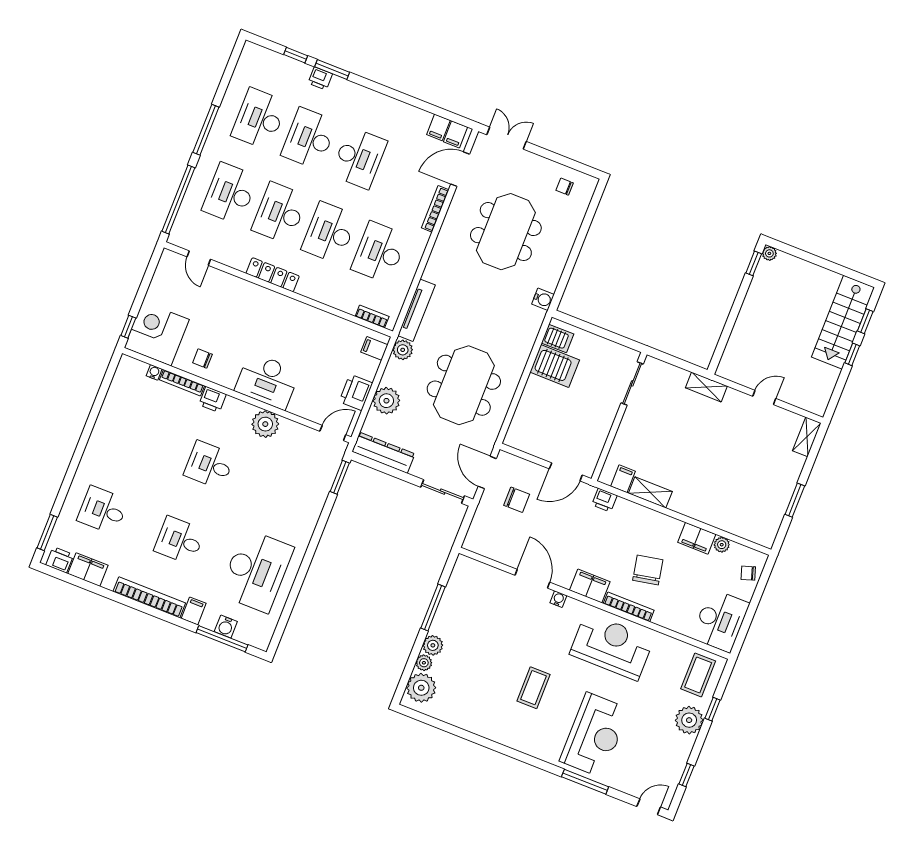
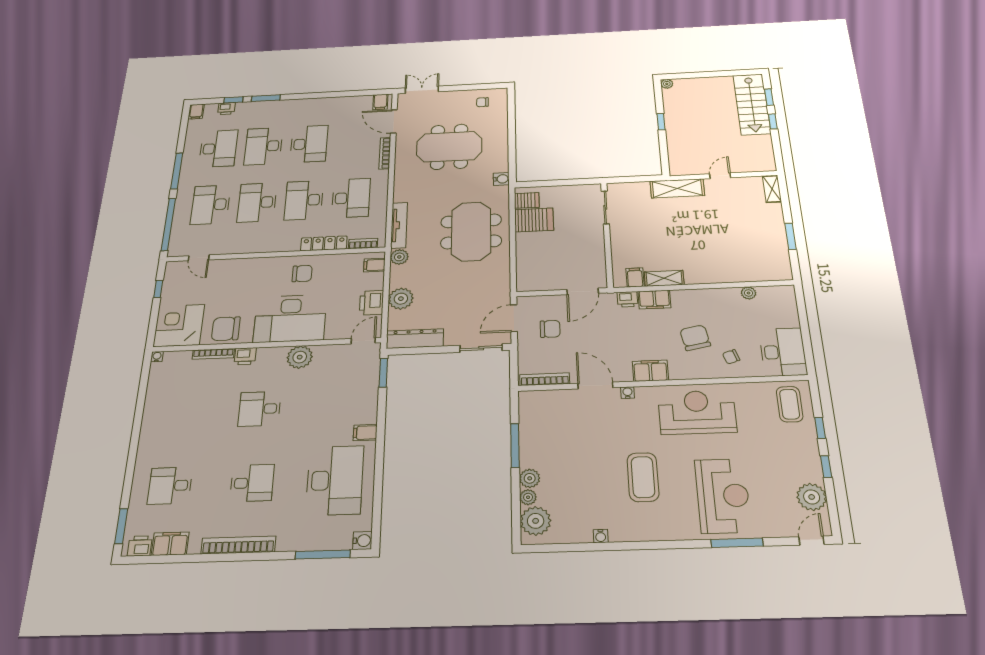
printer: (320, 78) -> (226, 108), moved
desk: (259, 119) -> (218, 148), turned 180
filing cabinet: (438, 127) -> (196, 112), moved
door: (460, 169) -> (394, 121), hinge flipped
meeting table: (506, 232) -> (449, 147), turned 90
desk: (379, 252) -> (351, 198), turned 180
window: (754, 263) -> (661, 122), moved
locker: (273, 275) -> (324, 243), moved
chair: (298, 326) -> (302, 274), added
window: (128, 327) -> (158, 289), moved
chair: (202, 359) -> (226, 329), width x1.87, depth x1.87
water cooler: (154, 372) -> (157, 357), moved
desk: (267, 381) -> (290, 318), width x1.36, depth x1.30
meeting table: (464, 385) -> (471, 231), moved
shelving: (706, 387) -> (677, 188), width x1.50, depth x1.33
door: (487, 472) -> (514, 318), hinge flipped
filing cabinet: (697, 538) -> (654, 300), moved
desk: (179, 540) -> (252, 483), turned 180
chair: (748, 573) -> (731, 357), moved
bookcase: (629, 607) -> (545, 379), moved
filing cabinet: (194, 611) -> (365, 433), moved, turned -90
water cooler: (226, 627) -> (362, 541), moved, turned -90
coffee table: (533, 688) -> (643, 477), width x1.36, depth x1.32
plant: (689, 720) -> (812, 497), moved
water cooler: (472, 726) -> (601, 536), added
window: (687, 775) -> (826, 467), moved

